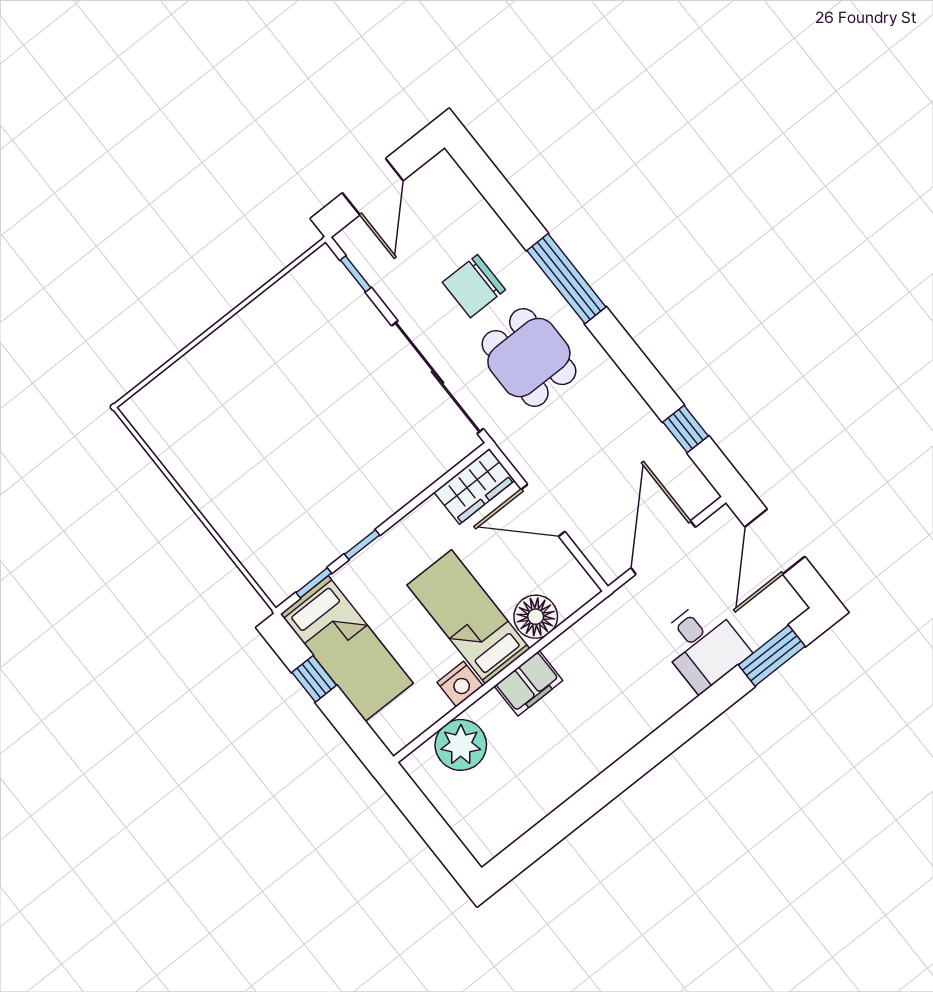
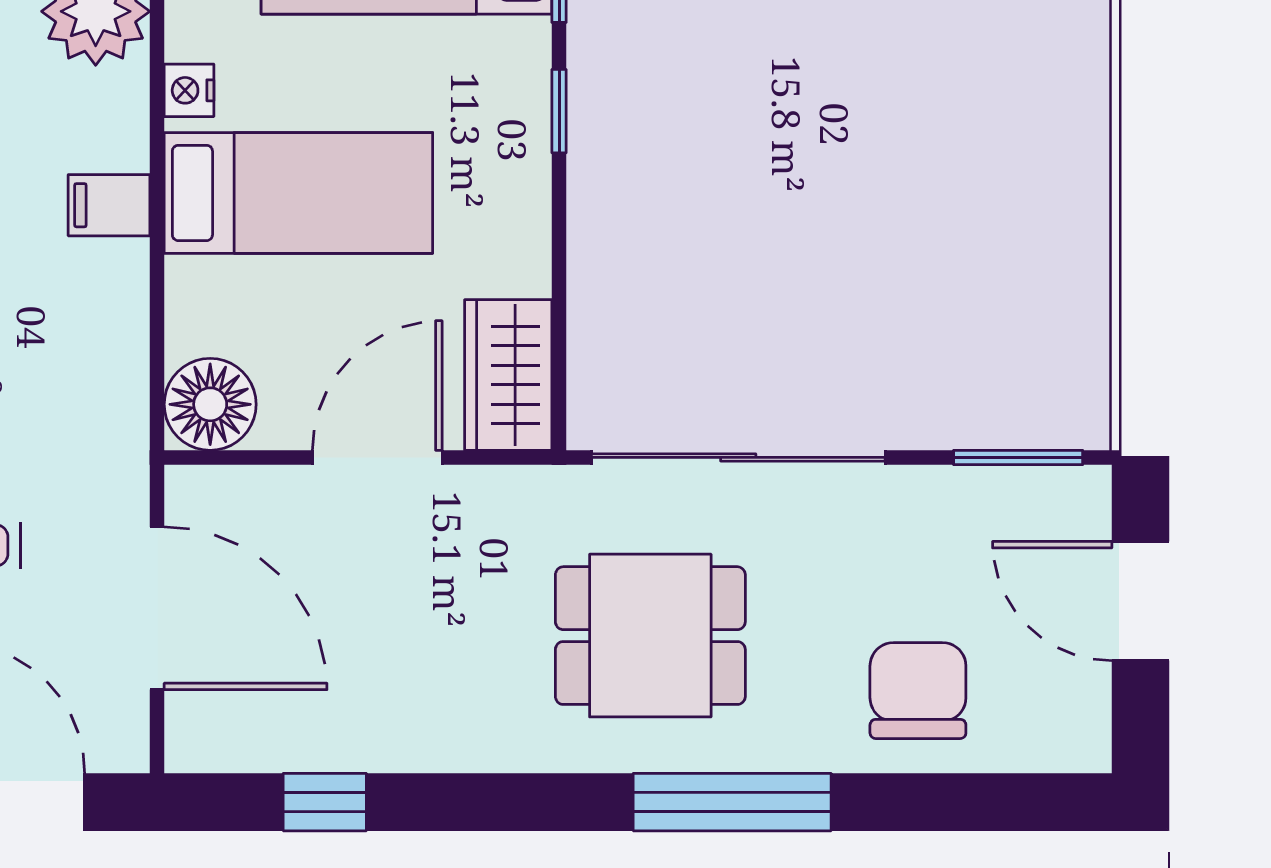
window: (356, 274) -> (1018, 457), width x1.50
chair: (474, 286) -> (918, 691), moved
floor lamp: (536, 617) -> (210, 404), moved
filing cabinet: (528, 683) -> (109, 205), width x0.50
nightstand: (460, 684) -> (189, 90), width x0.72, depth x0.74

